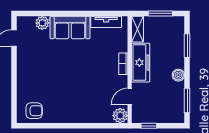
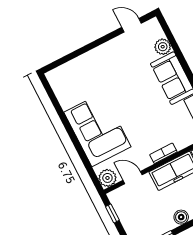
corner sofa: (80, 104) -> (97, 129), added
armchair: (34, 111) -> (66, 85), removed

